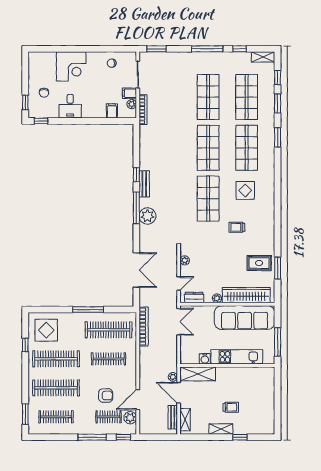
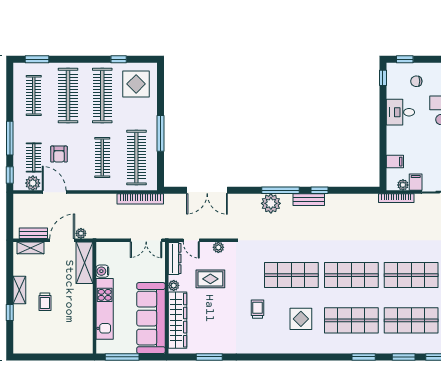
rug: (259, 263) -> (210, 279), moved, turned 90
dresser: (194, 298) -> (175, 259), width x1.44

